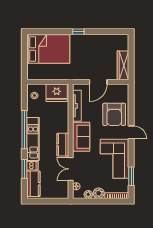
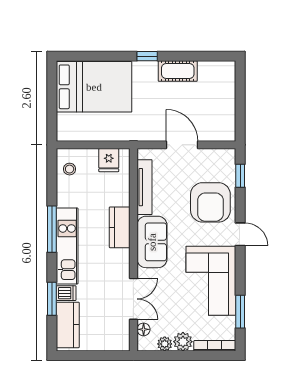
cot: (96, 40) -> (178, 71), added
wardrobe: (123, 65) -> (226, 116), removed
door: (98, 82) -> (182, 145), swing flipped
fridge: (57, 93) -> (109, 160), width x0.53, depth x0.75
window: (131, 99) -> (240, 176), added
window: (24, 130) -> (52, 229), width x0.68
kitchen counter: (63, 145) -> (120, 227), moved
double door: (71, 169) -> (133, 299), swing flipped

